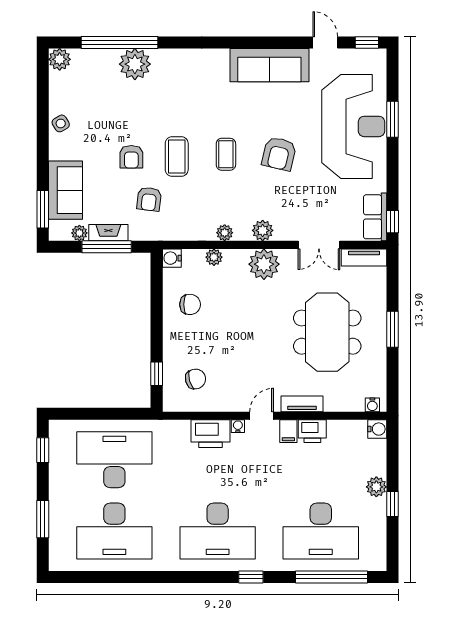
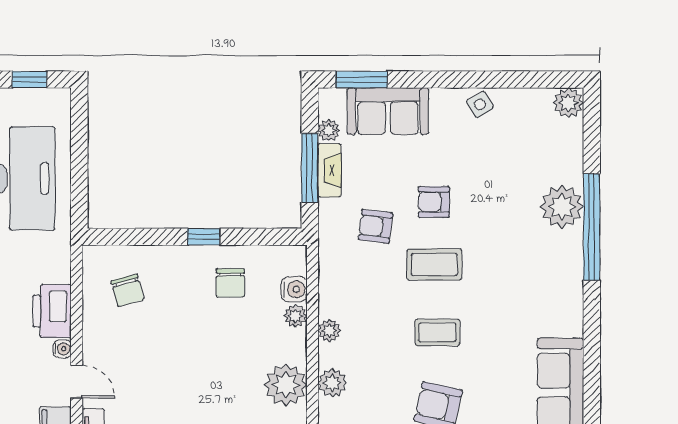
window: (120, 42) -> (592, 227), moved
water cooler: (172, 258) -> (294, 289), moved, turned 90
window: (157, 374) -> (204, 237), moved

